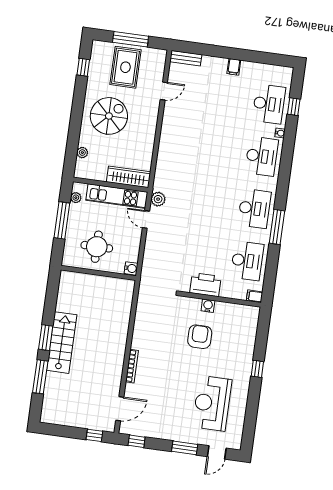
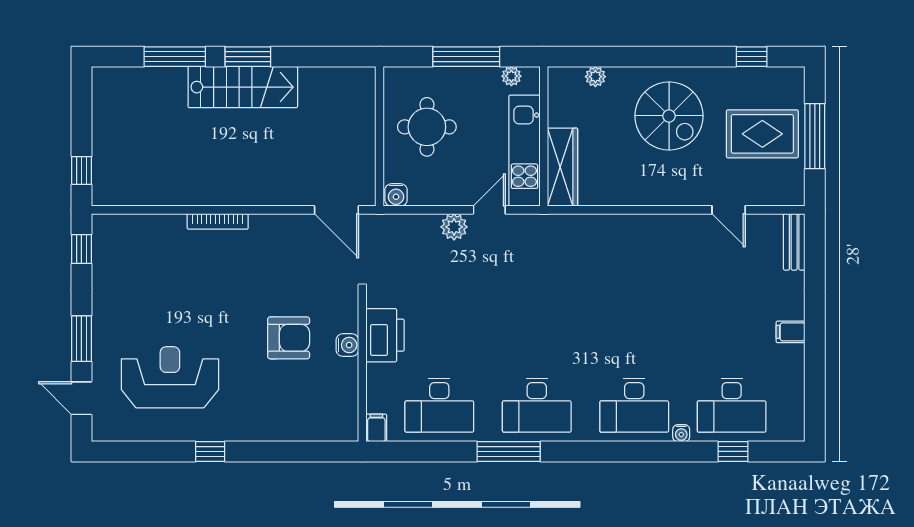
plant: (158, 199) -> (454, 227), moved
window: (257, 369) -> (210, 451), moved
door: (120, 409) -> (337, 210), moved

